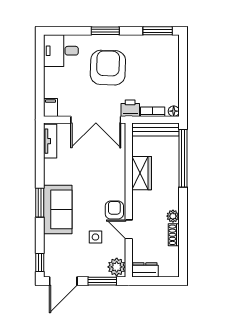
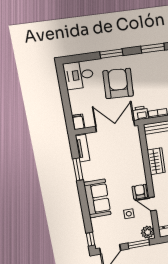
double door: (96, 120) -> (115, 126), swing flipped
window: (40, 203) -> (78, 169), moved

